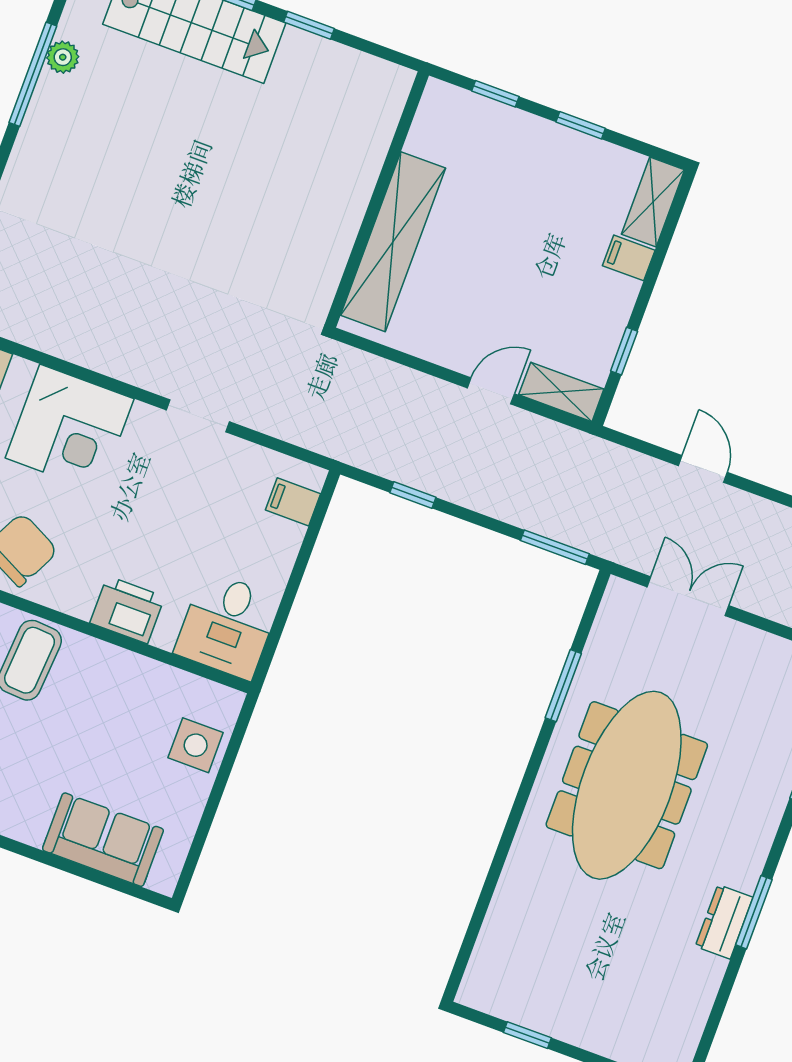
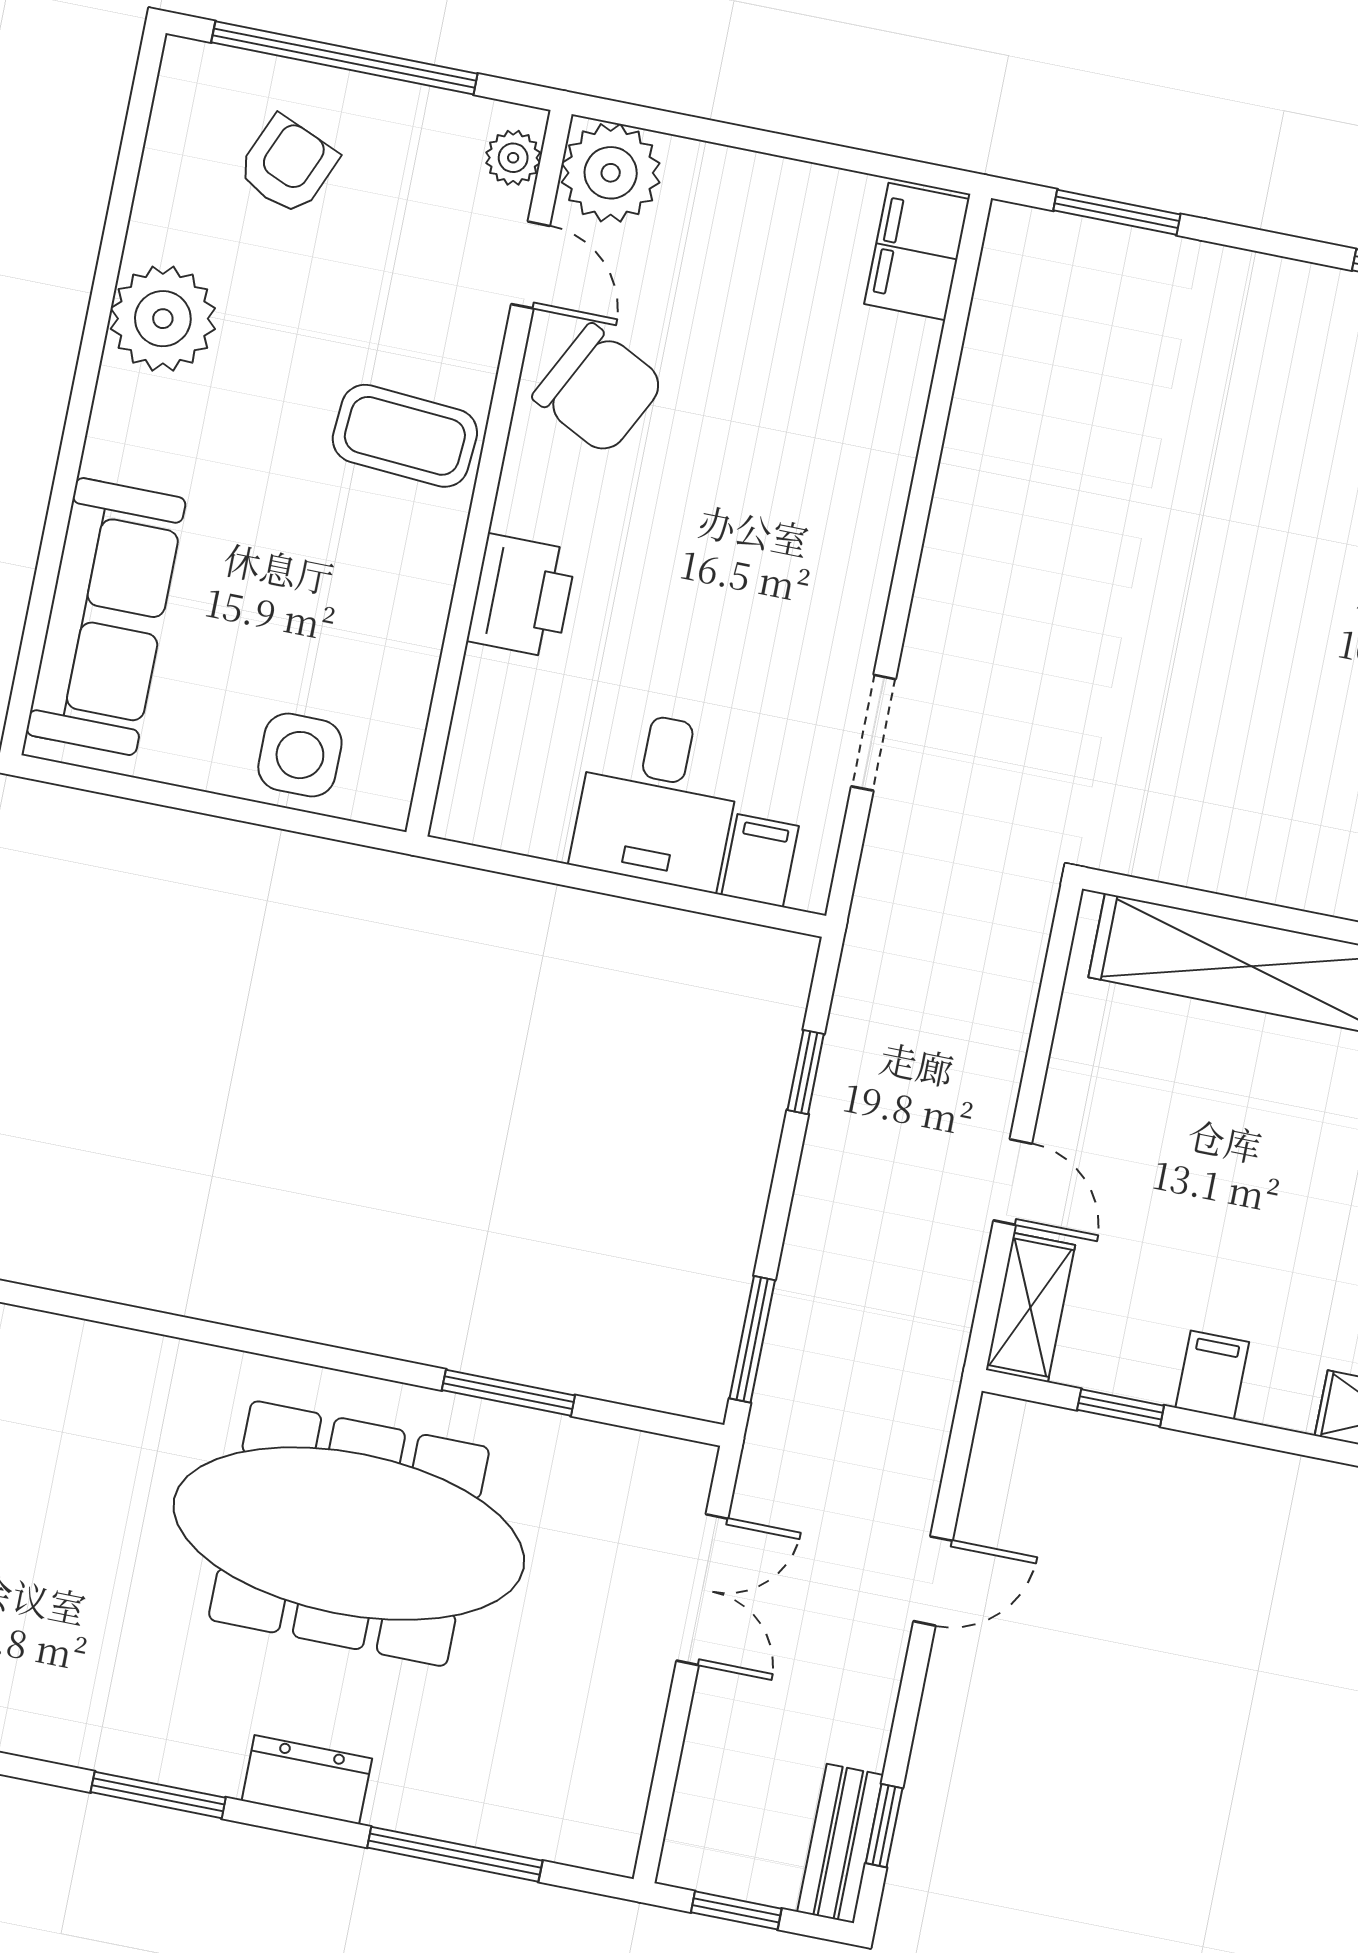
filing cabinet: (629, 258) -> (1212, 1375), moved
doorway: (198, 416) -> (874, 733), moved
corner desk: (70, 428) -> (829, 443), removed
desk: (227, 625) -> (658, 799), moved, turned -90
sofa: (103, 840) -> (106, 617), width x1.36
dresser: (724, 922) -> (307, 1780), moved

